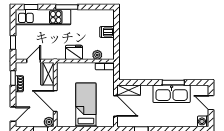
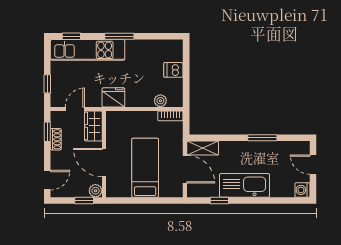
fridge: (74, 52) -> (113, 97), moved
kitchen sink: (172, 94) -> (245, 185), moved, turned 180

